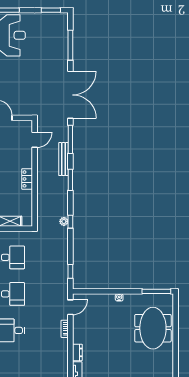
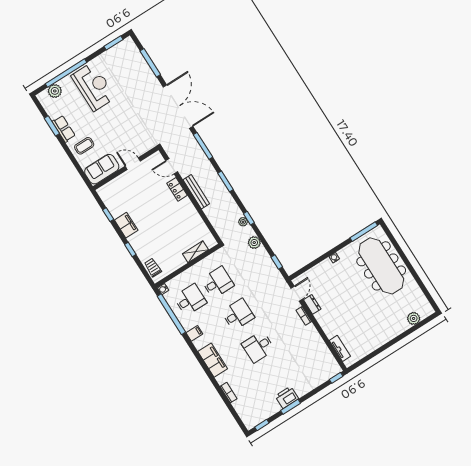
door: (35, 140) -> (172, 166), swing flipped
bench: (63, 159) -> (196, 192), moved
locker: (27, 179) -> (177, 189), moved
plant: (62, 244) -> (254, 243), added
meeting table: (153, 328) -> (381, 266), width x1.36
dresser: (77, 352) -> (312, 304), moved

